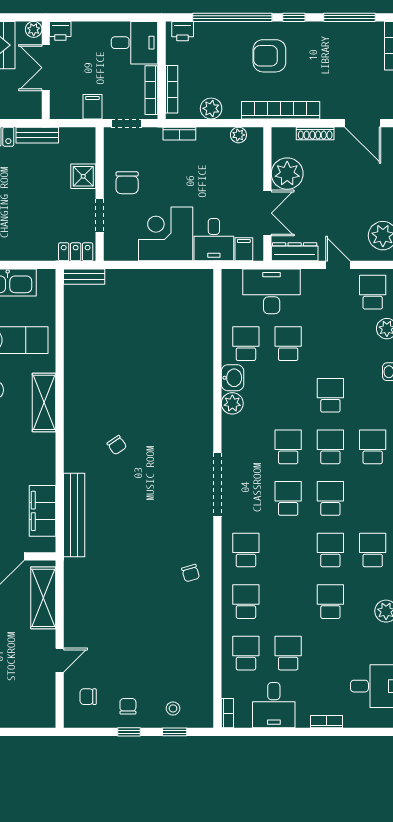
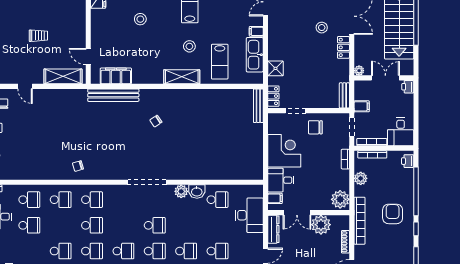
plant: (34, 29) -> (359, 71), moved
bench: (37, 135) -> (344, 95), moved
plant: (238, 135) -> (340, 199), width x1.88, depth x1.88
shower: (83, 176) -> (275, 68), moved
bench: (84, 277) -> (258, 106), width x1.36
school desk: (288, 344) -> (217, 251), moved
doorway: (217, 484) -> (147, 182), moved
school desk: (288, 498) -> (92, 225), moved

